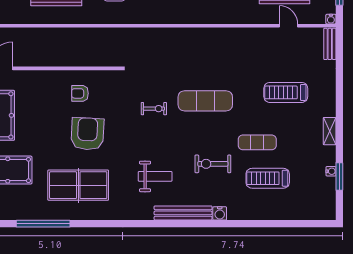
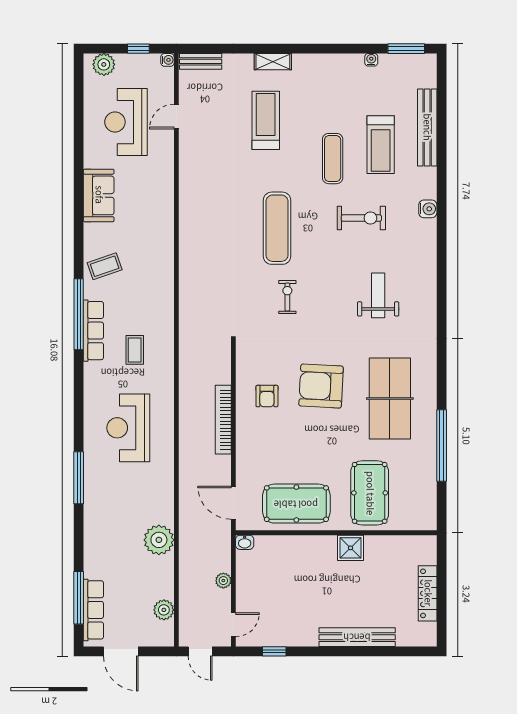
bookcase: (62, 61) -> (223, 420), added
treadmill: (286, 92) -> (266, 120), turned 180
shelving: (330, 131) -> (273, 62), moved
exercise bike: (213, 164) -> (361, 218), turned -90
window: (339, 177) -> (406, 49), moved
bench: (183, 213) -> (427, 127), moved

